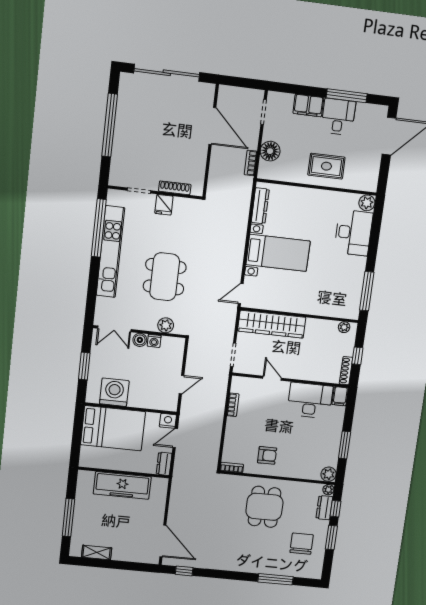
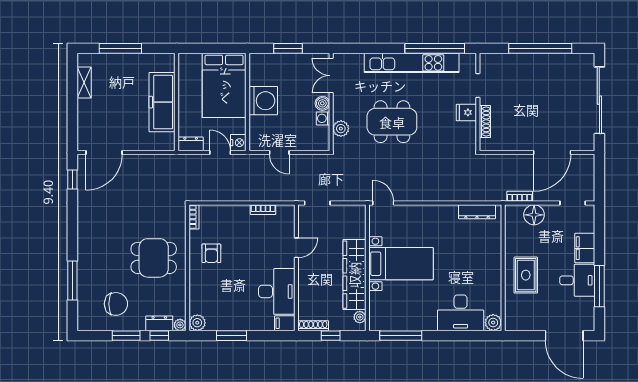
bed with nightstands: (278, 253) -> (401, 264), moved, turned -90
wardrobe: (272, 324) -> (354, 275), moved
washing machine: (114, 392) -> (263, 101), moved

